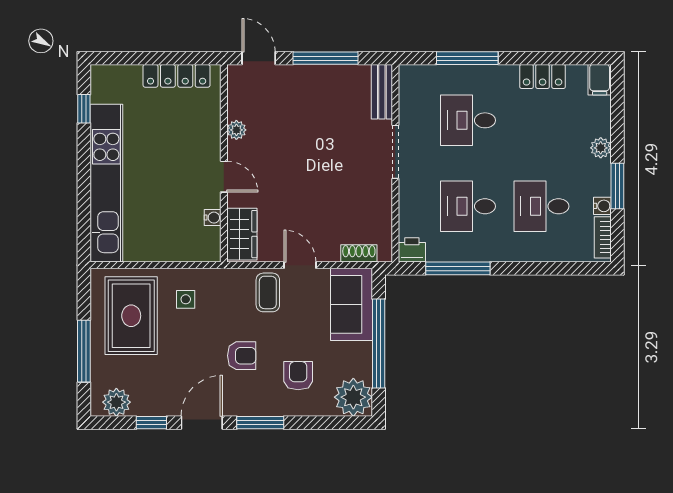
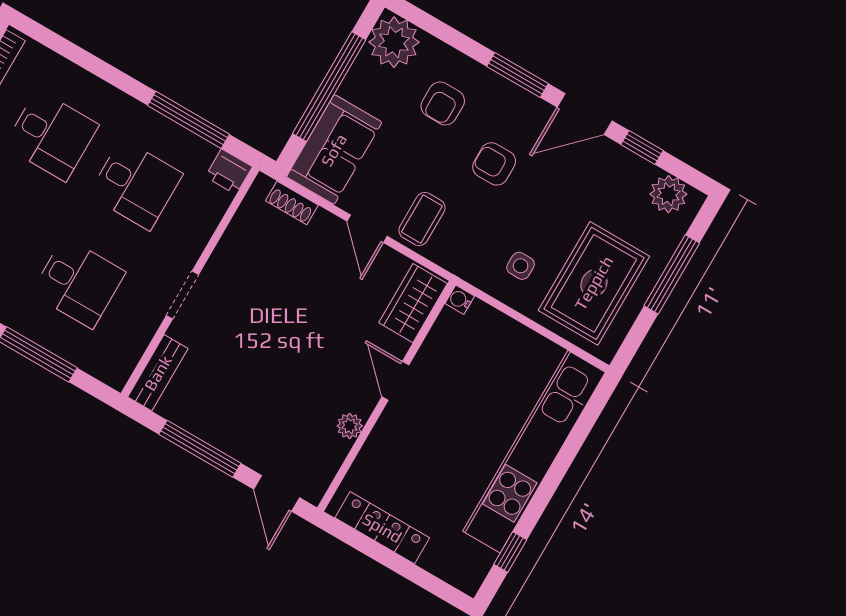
doorway: (395, 152) -> (182, 295), width x0.73
water cooler: (213, 218) -> (460, 300), moved

